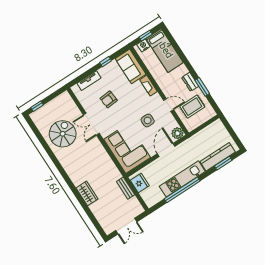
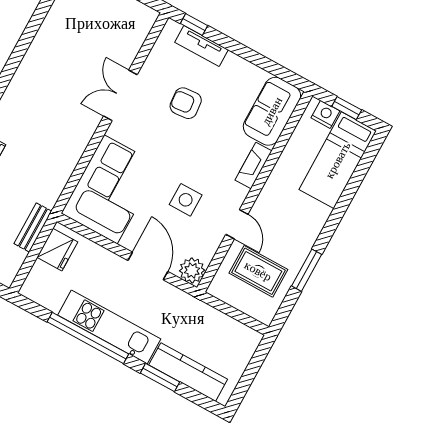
window: (105, 62) -> (194, 25), moved
dresser: (190, 82) -> (304, 242), removed
spiral stairs: (63, 134) -> (72, 50), removed
door: (166, 150) -> (148, 266), hinge flipped
window: (223, 163) -> (160, 378), moved

